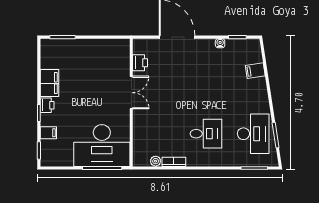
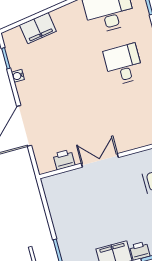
filing cabinet: (255, 71) -> (38, 28), width x2.00

